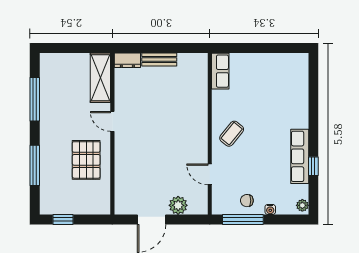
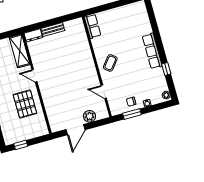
row of seats: (300, 156) -> (152, 51), moved
window: (243, 219) -> (132, 114), width x0.69

